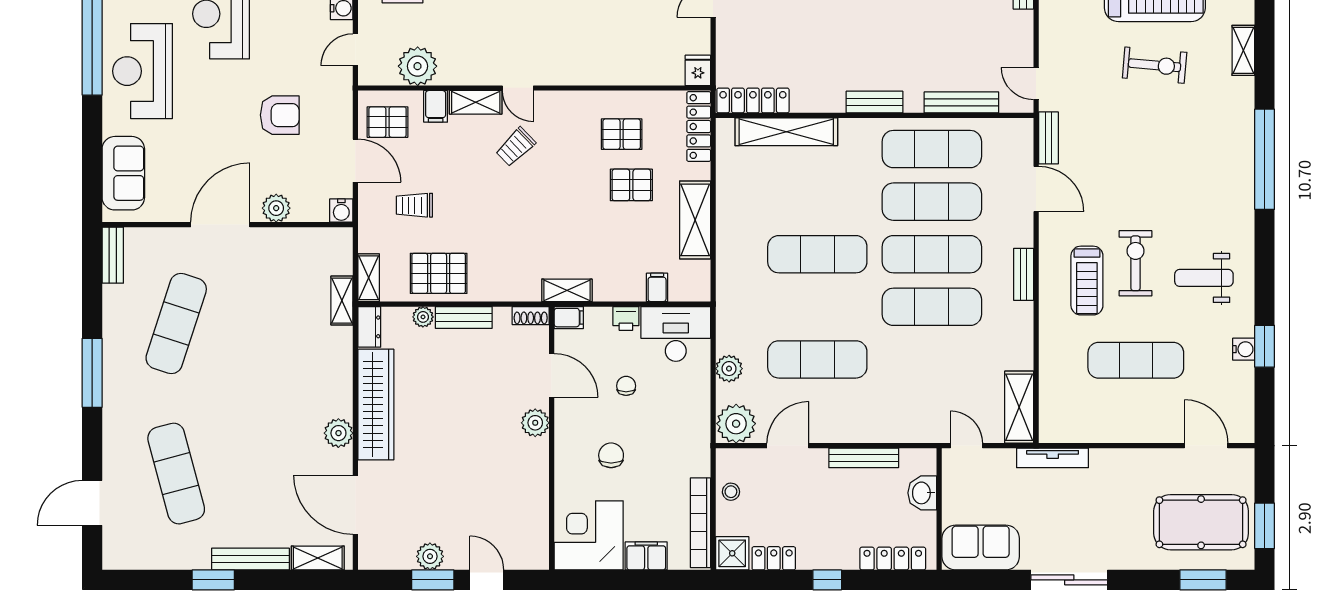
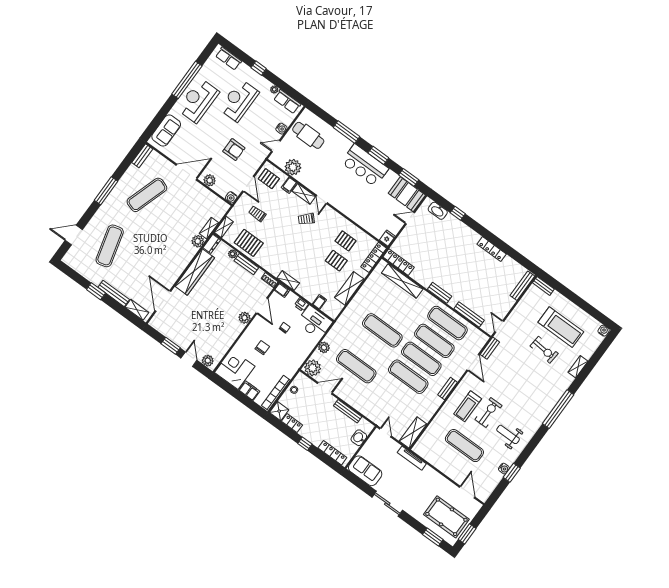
plant: (338, 433) -> (198, 241), moved
plant: (430, 556) -> (208, 361), moved

